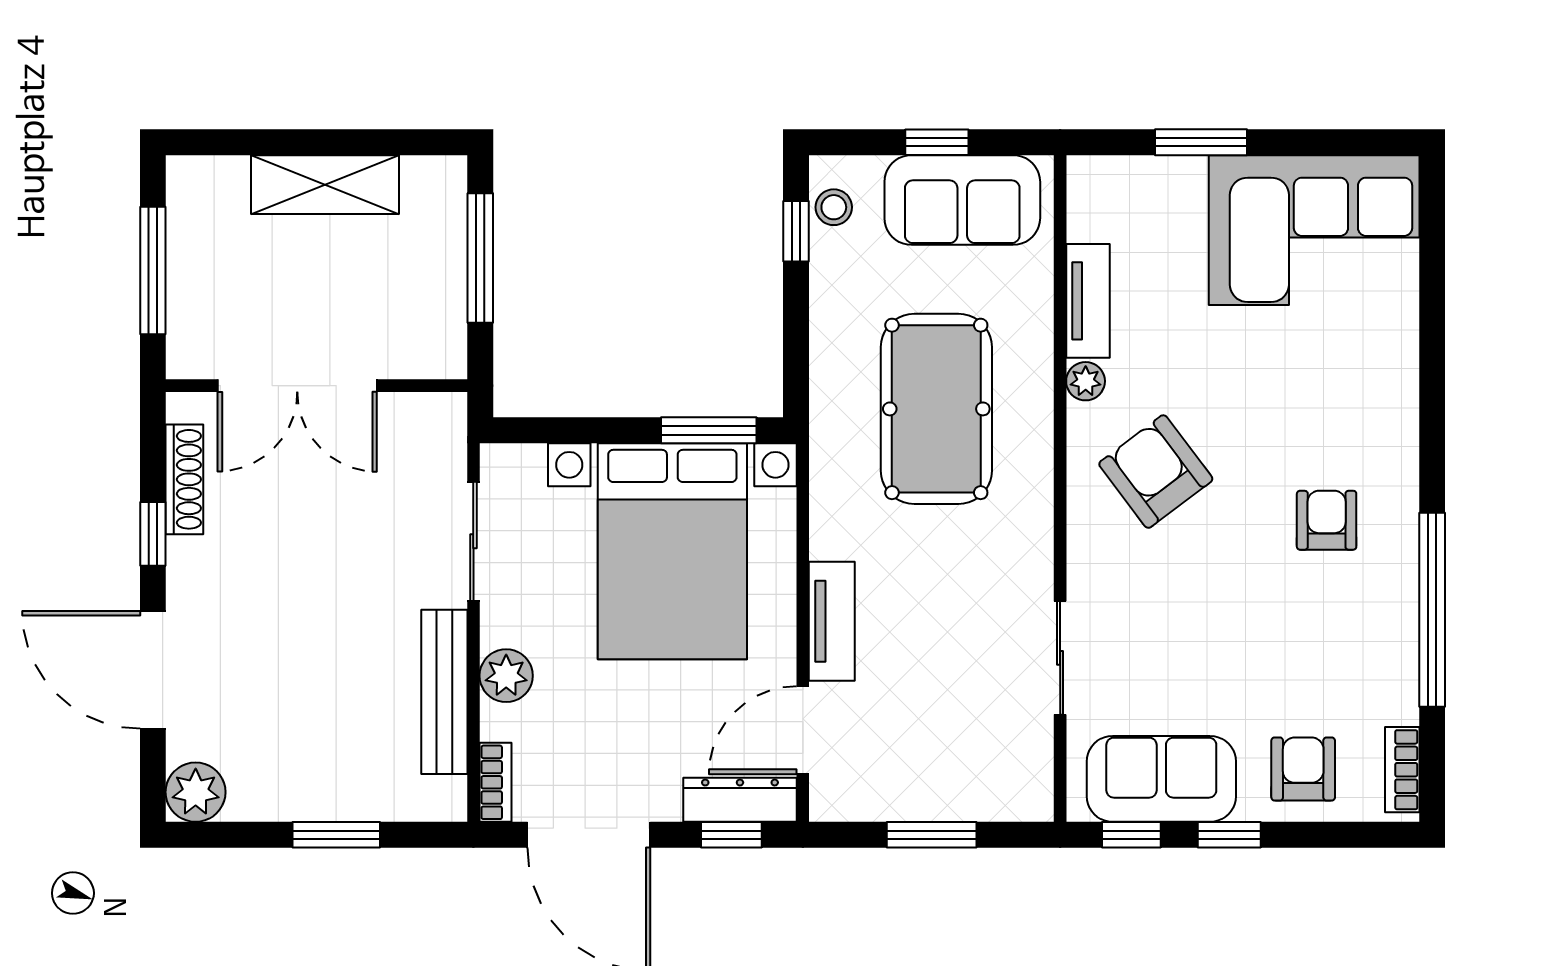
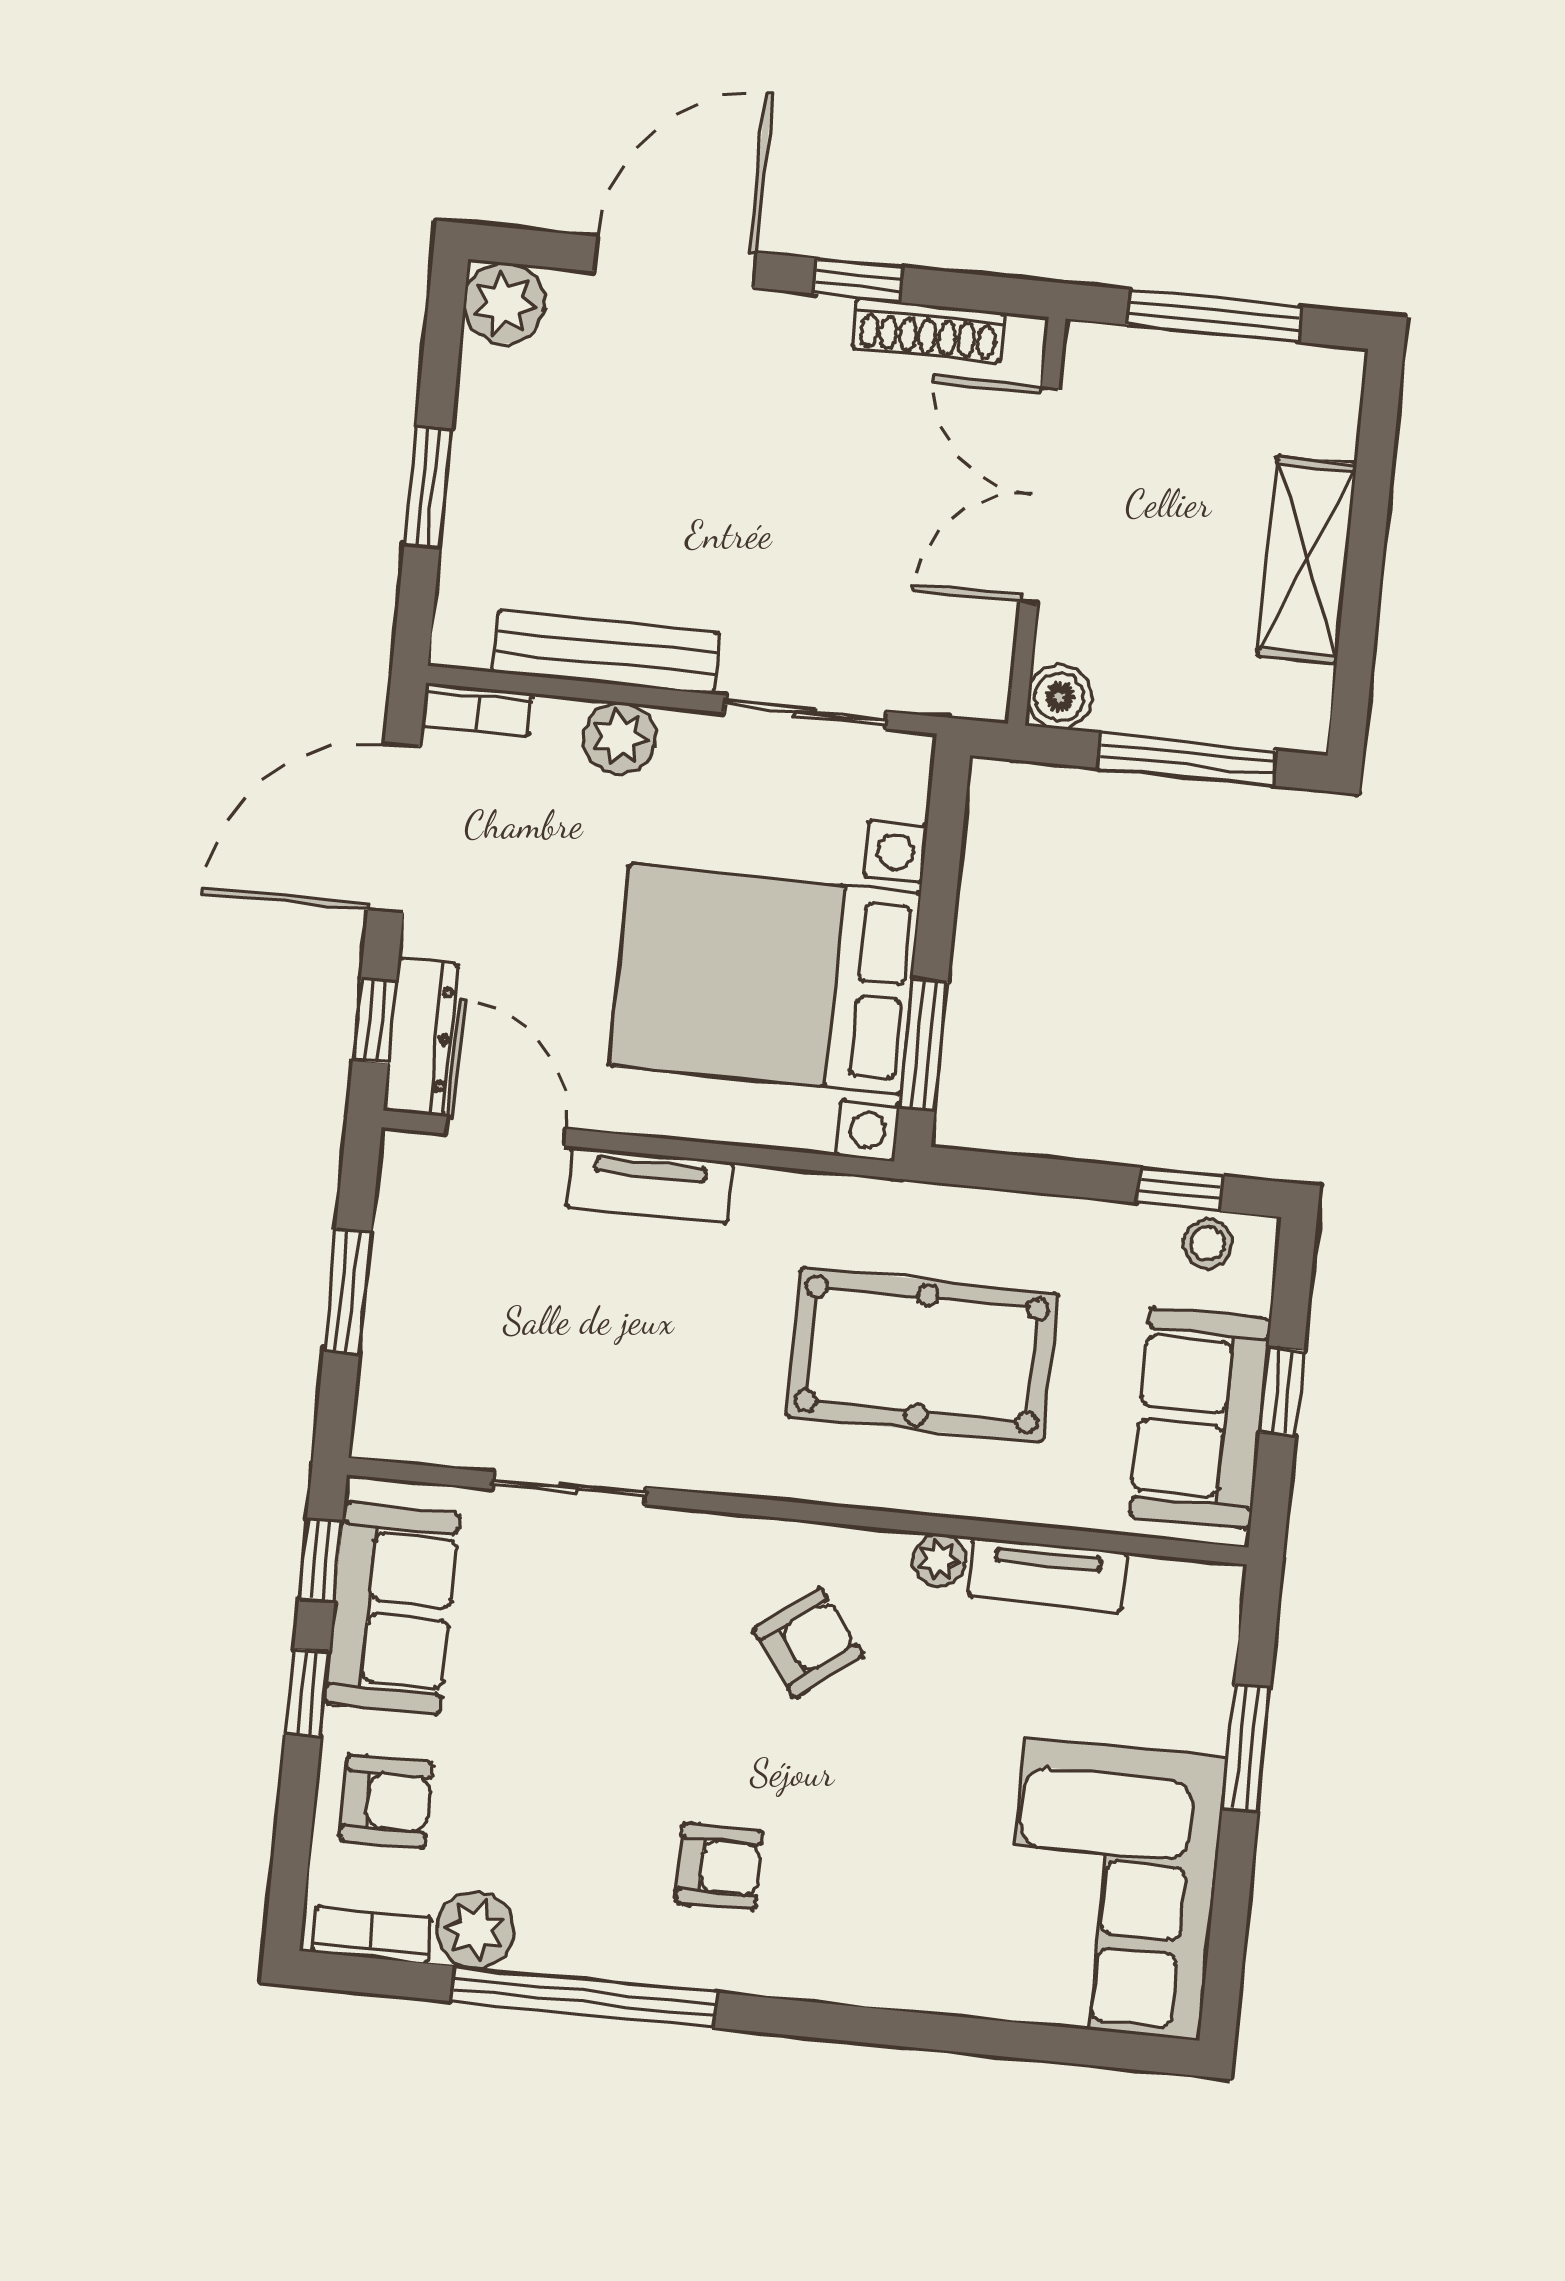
boiler: (444, 356) -> (1060, 697), added
armchair: (1156, 472) -> (808, 1643), width x0.72, depth x0.72
plant: (1391, 695) -> (475, 1930), added

